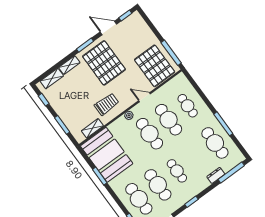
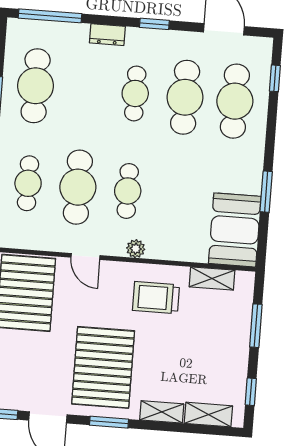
cafe table: (150, 134) -> (128, 191), width x0.73, depth x0.74
booth: (107, 155) -> (235, 230), width x0.73, depth x0.70
dresser: (216, 175) -> (107, 35), moved

